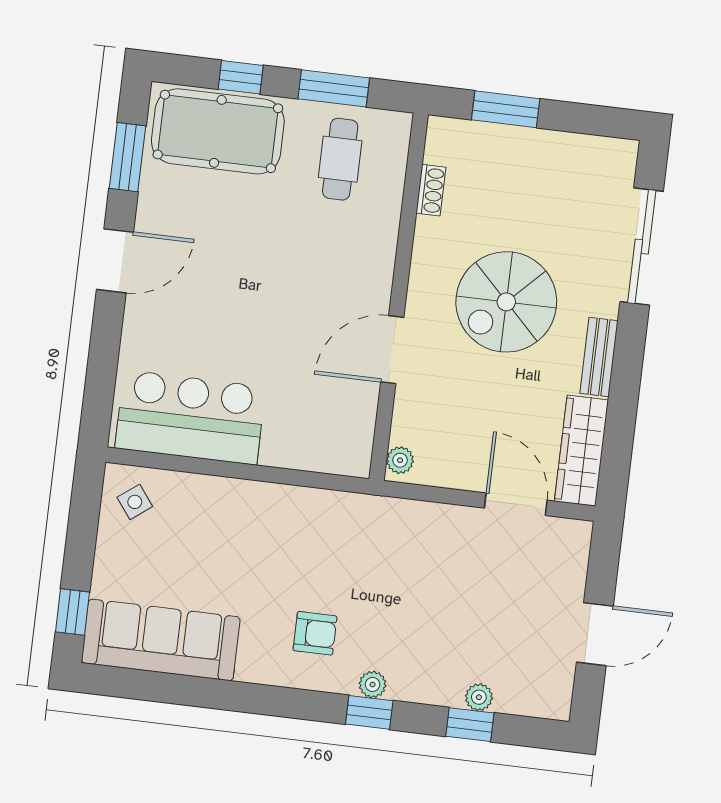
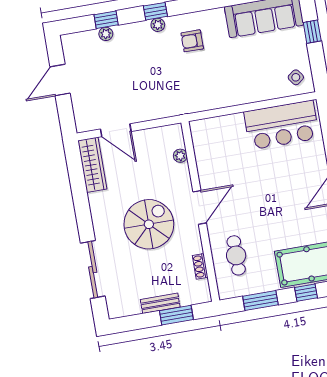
cafe table: (340, 159) -> (236, 255), moved
door: (392, 350) -> (200, 207), moved
bench: (599, 357) -> (160, 303), moved, turned 90
plant: (400, 460) -> (180, 156), moved
window: (72, 612) -> (312, 32), moved

